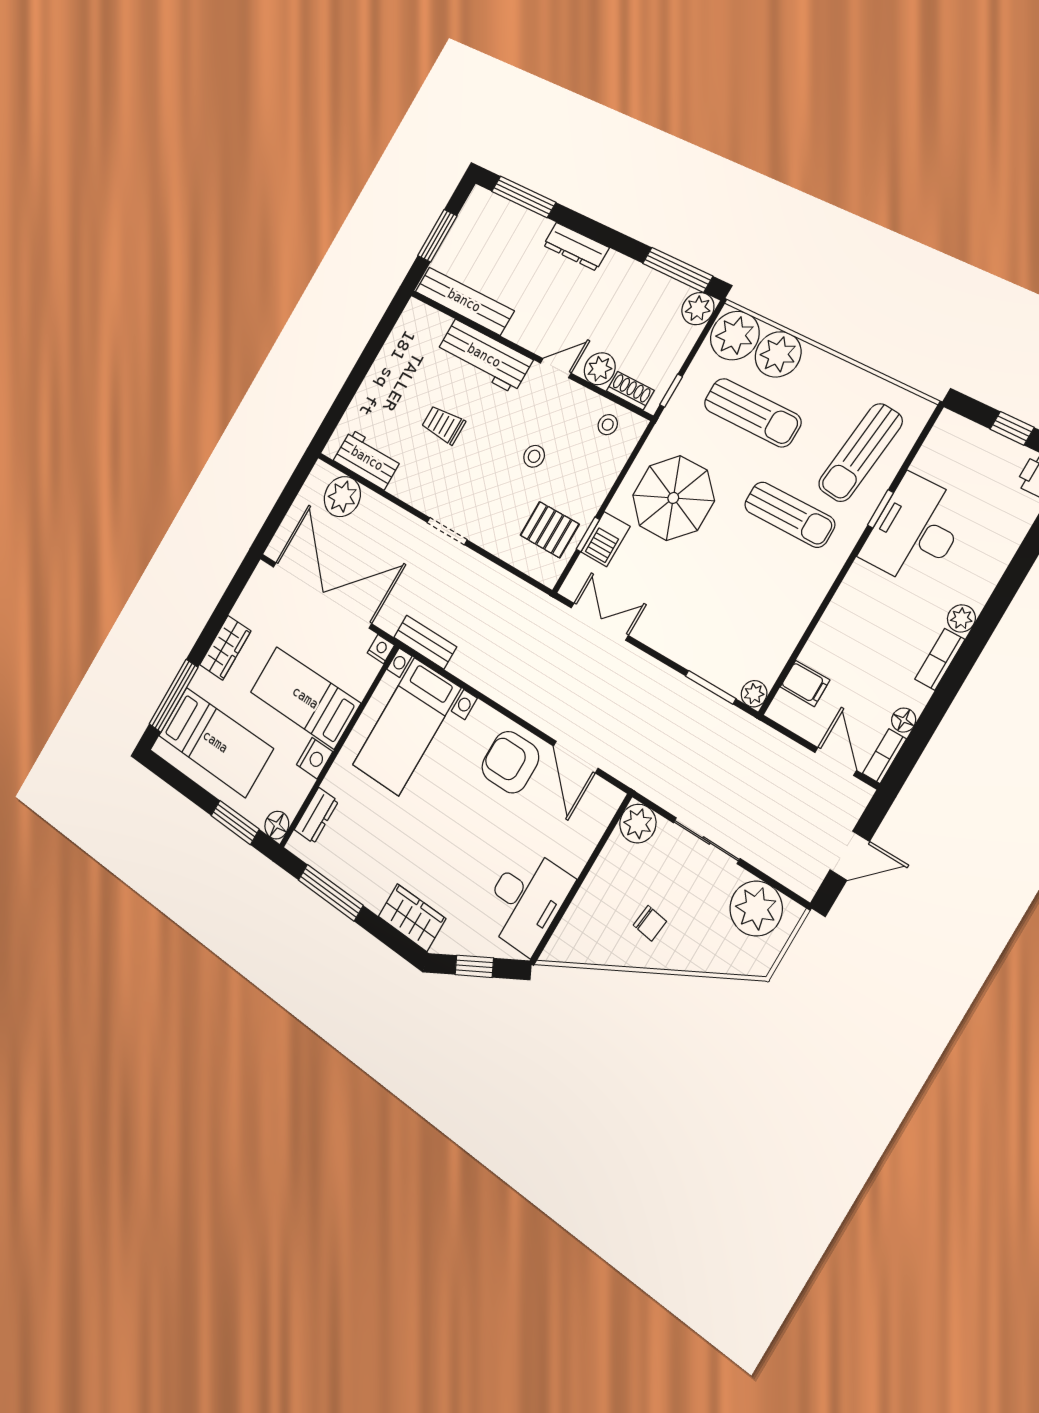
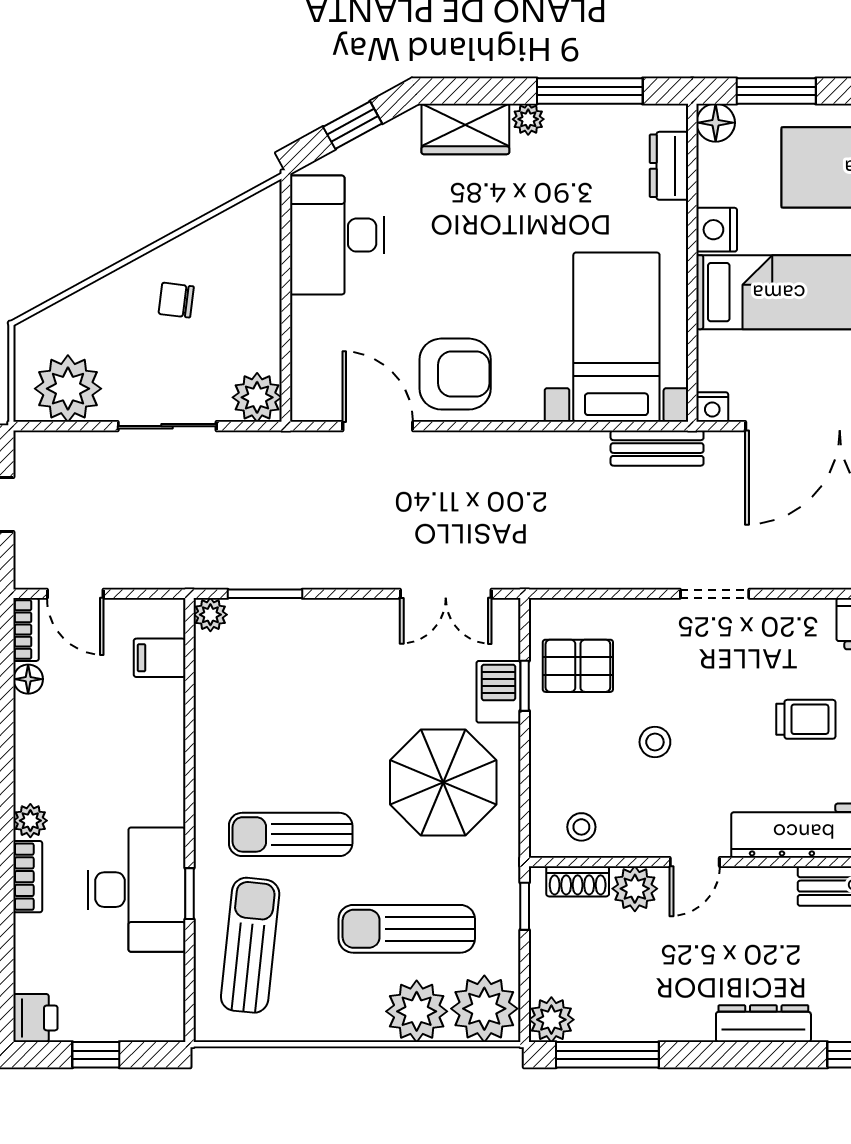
bookcase: (940, 659) -> (28, 877), moved
plant: (374, 899) -> (528, 119), added

